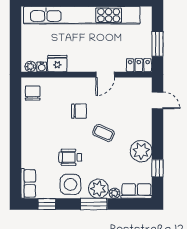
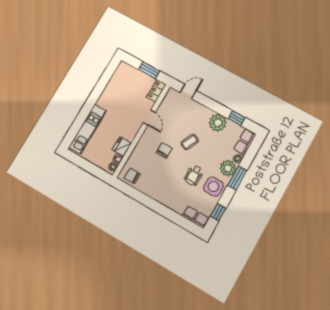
kitchen unit: (82, 15) -> (88, 129), width x0.54

